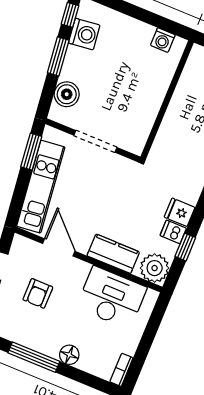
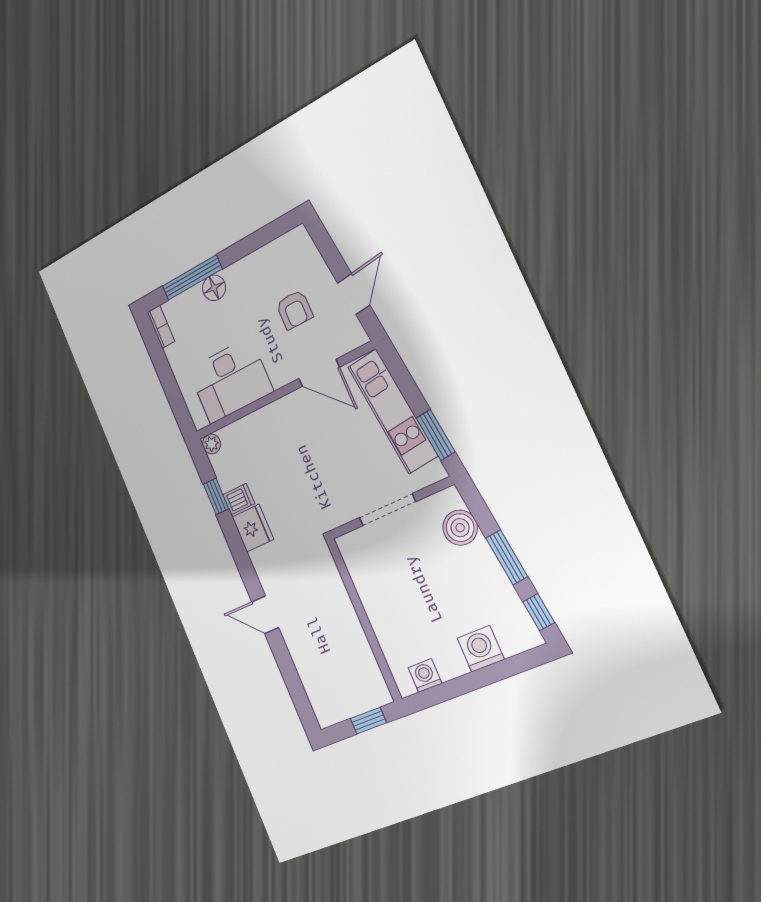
washing machine: (84, 34) -> (481, 649), moved, turned 97
fridge: (180, 212) -> (253, 528), width x1.38
kitchen counter: (113, 254) -> (268, 421), removed
plant: (155, 268) -> (212, 444), width x0.53, depth x0.53
armchair: (38, 293) -> (294, 310), turned 180
window: (34, 357) -> (192, 277), moved

